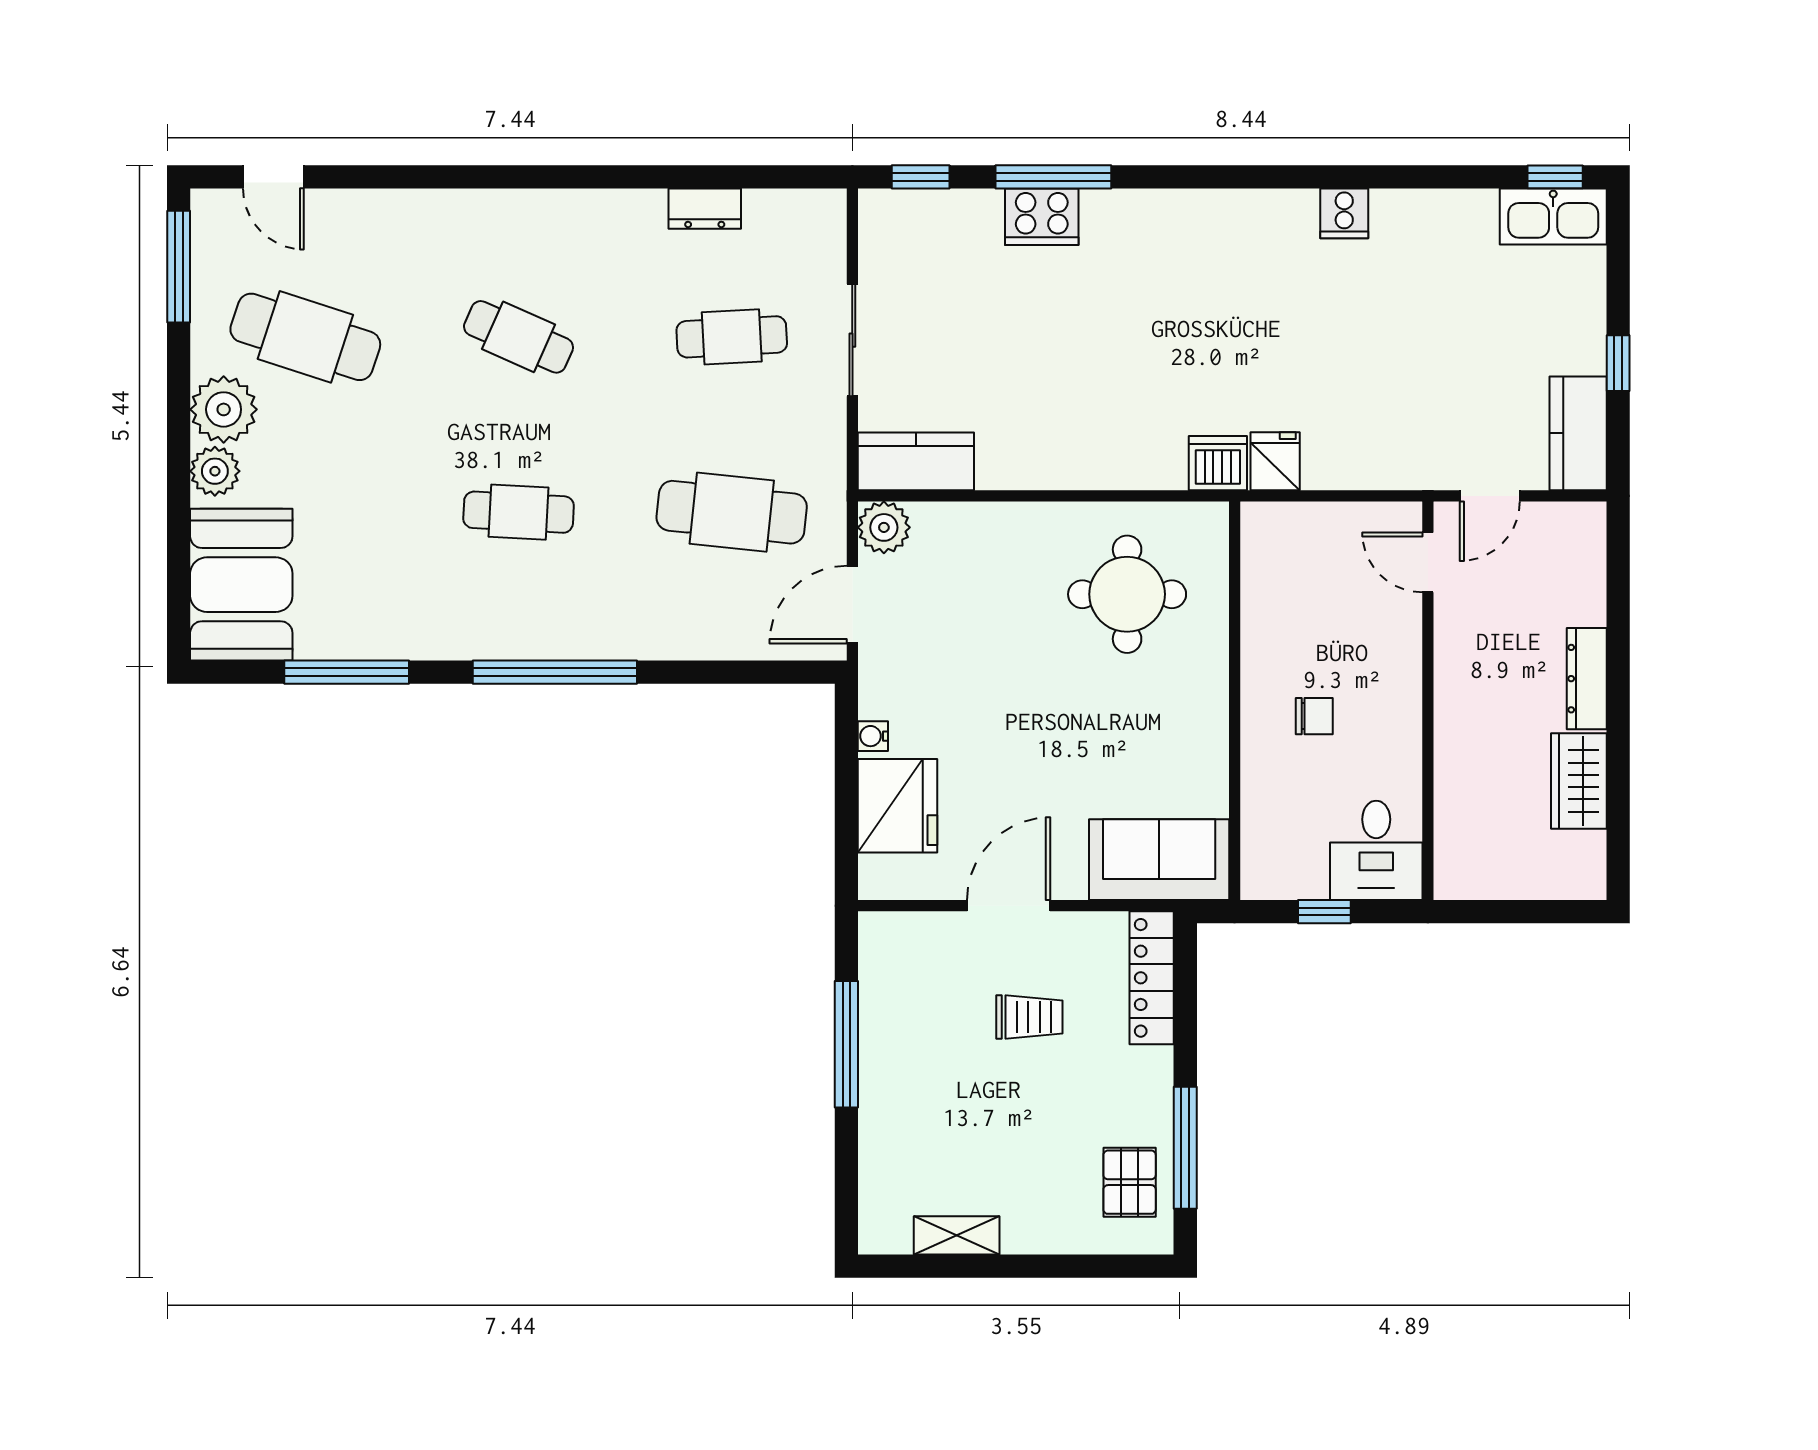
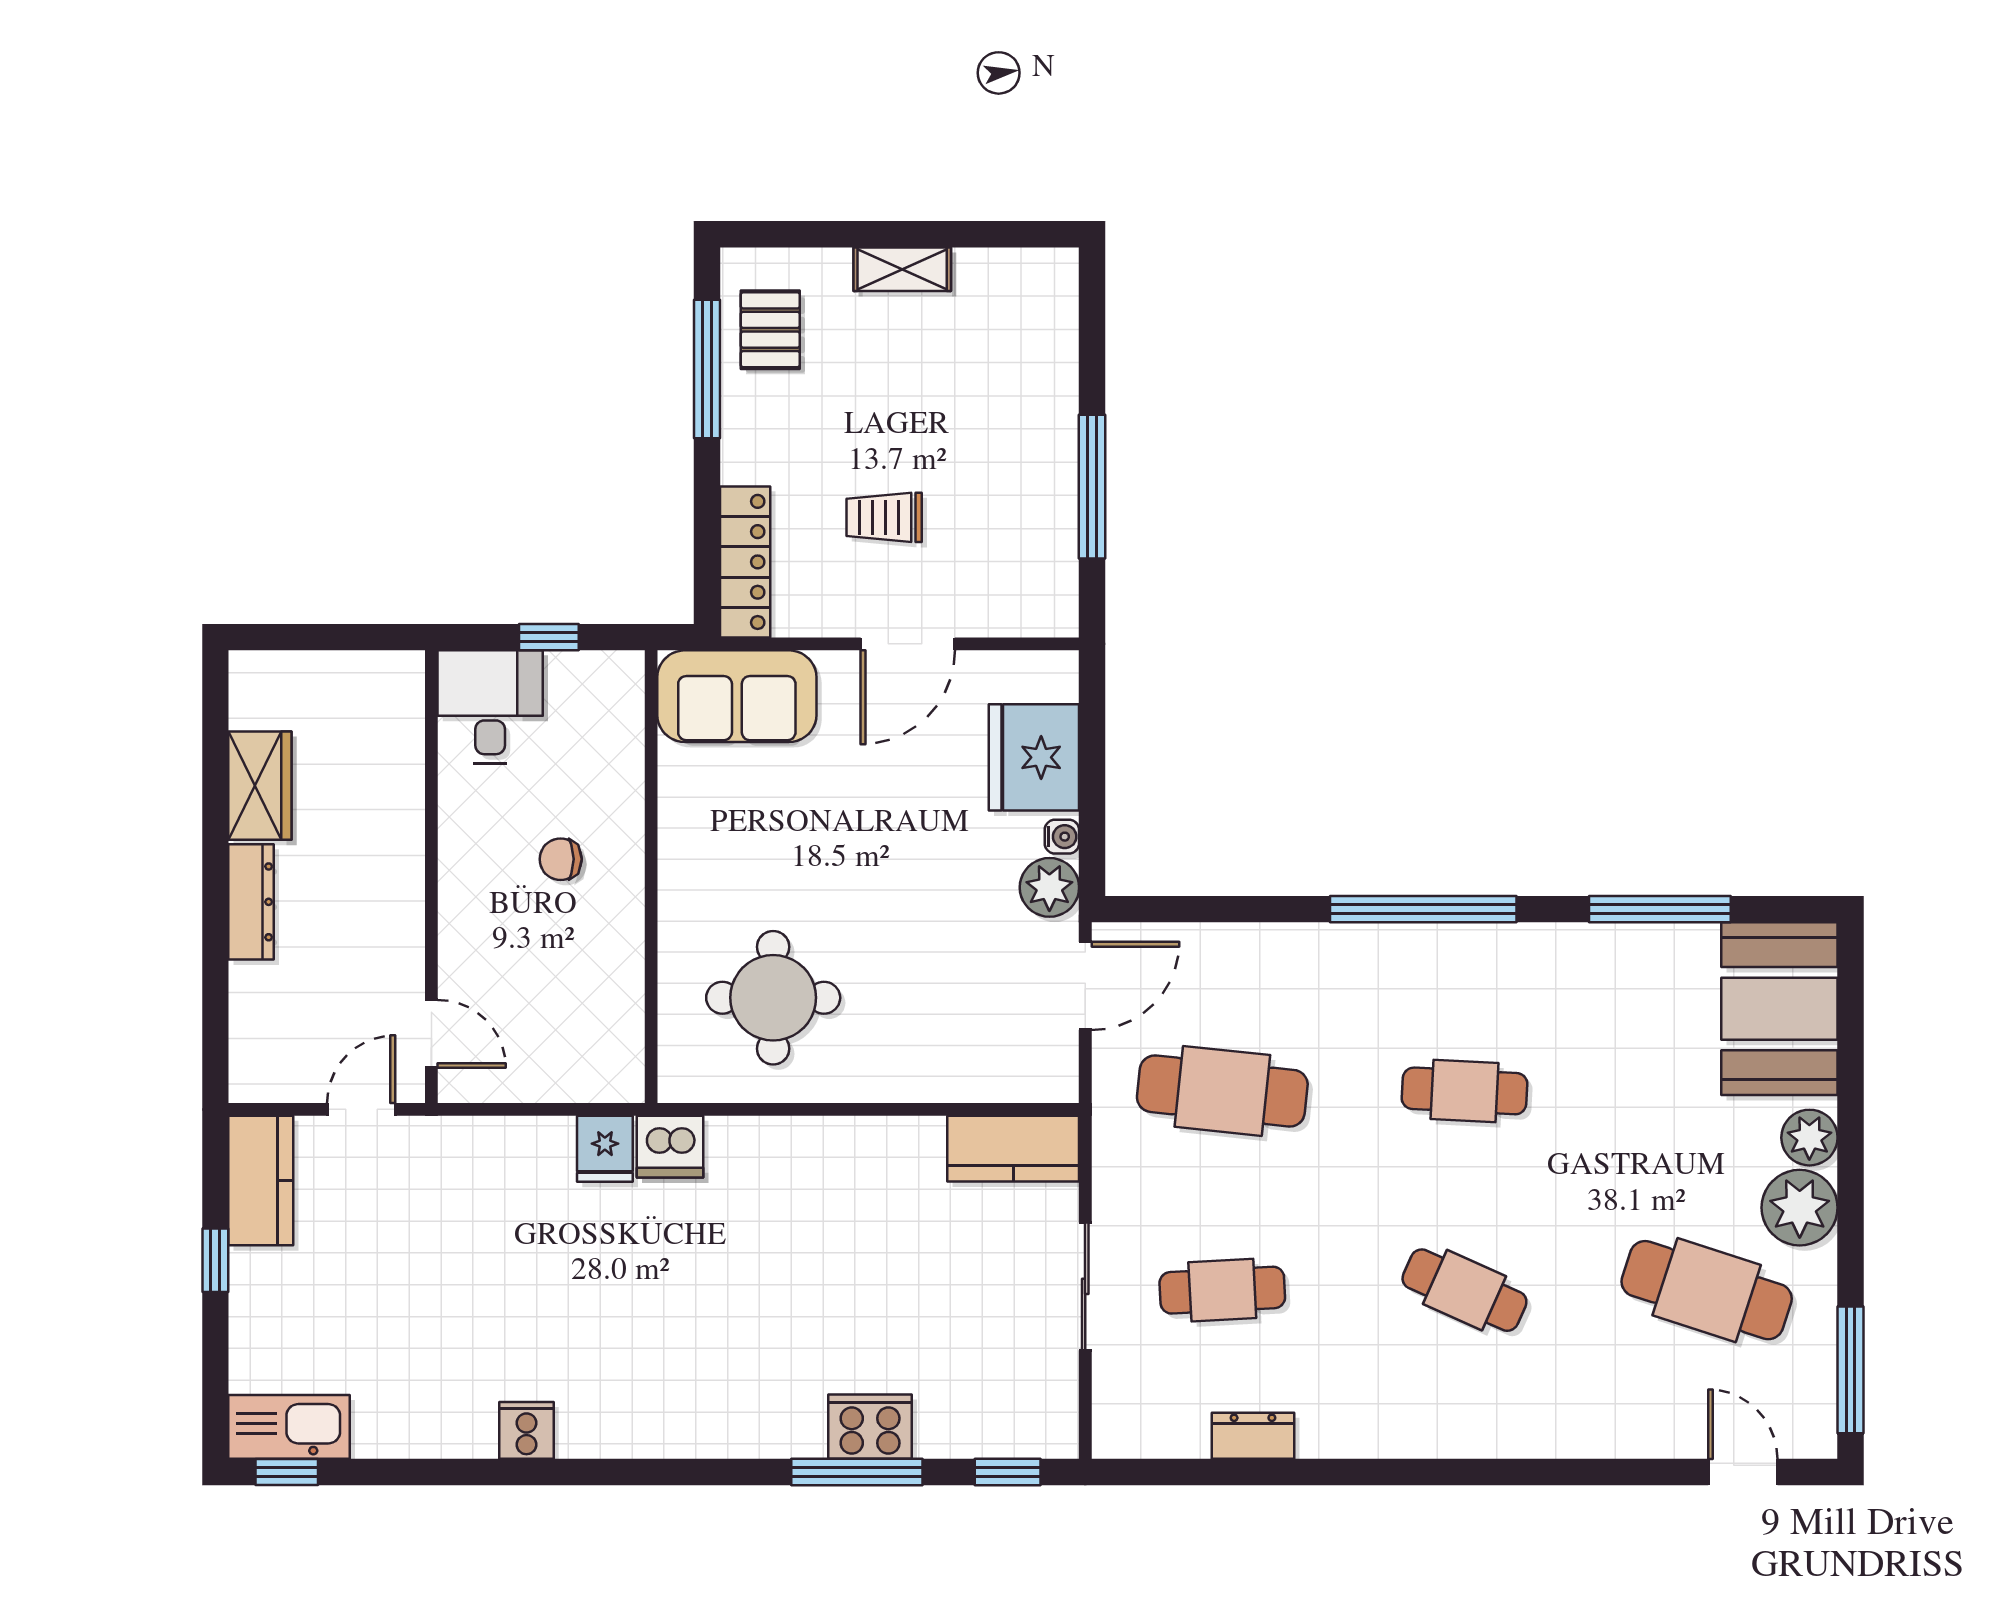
plant: (884, 527) -> (1049, 887), moved
shelving: (957, 1235) -> (902, 269), moved

